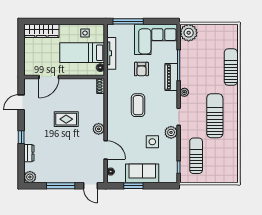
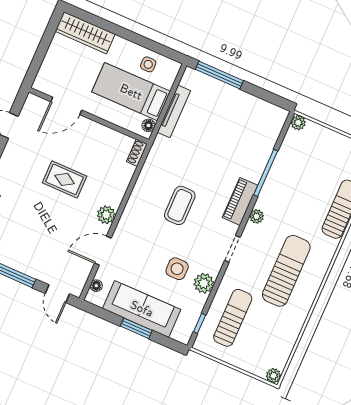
plant: (189, 33) -> (298, 123), width x0.53, depth x0.53
corner sofa: (156, 39) -> (249, 120), removed
armchair: (141, 69) -> (208, 154), removed
piano: (171, 77) -> (240, 201), moved
plant: (171, 132) -> (204, 283), moved
door: (106, 150) -> (103, 251), swing flipped
sofa: (142, 173) -> (142, 309), width x1.36
plant: (234, 178) -> (273, 376), added
window: (133, 186) -> (136, 328), moved

